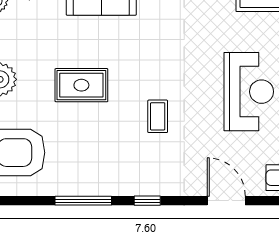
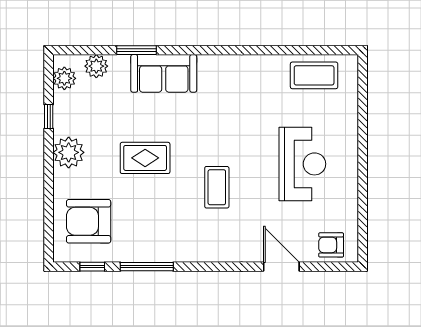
coffee table: (158, 116) -> (217, 187), width x1.36, depth x1.30
window: (147, 201) -> (92, 267), moved

